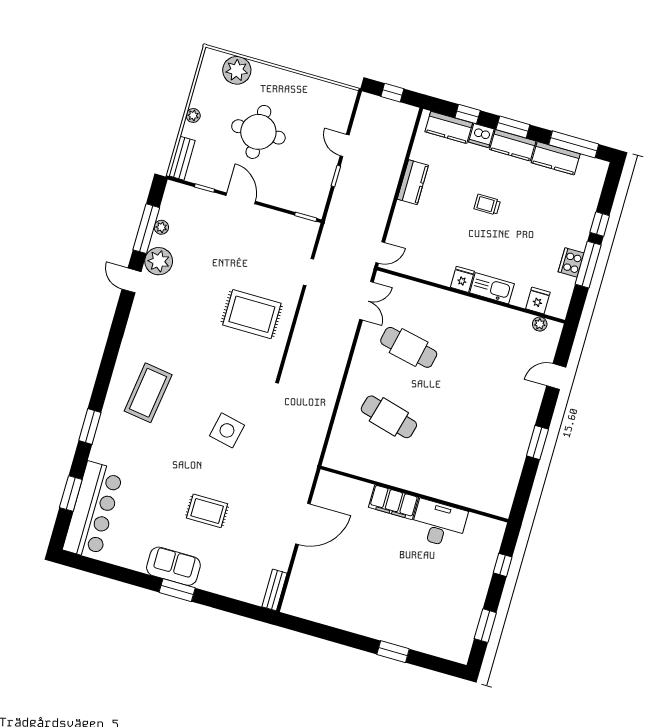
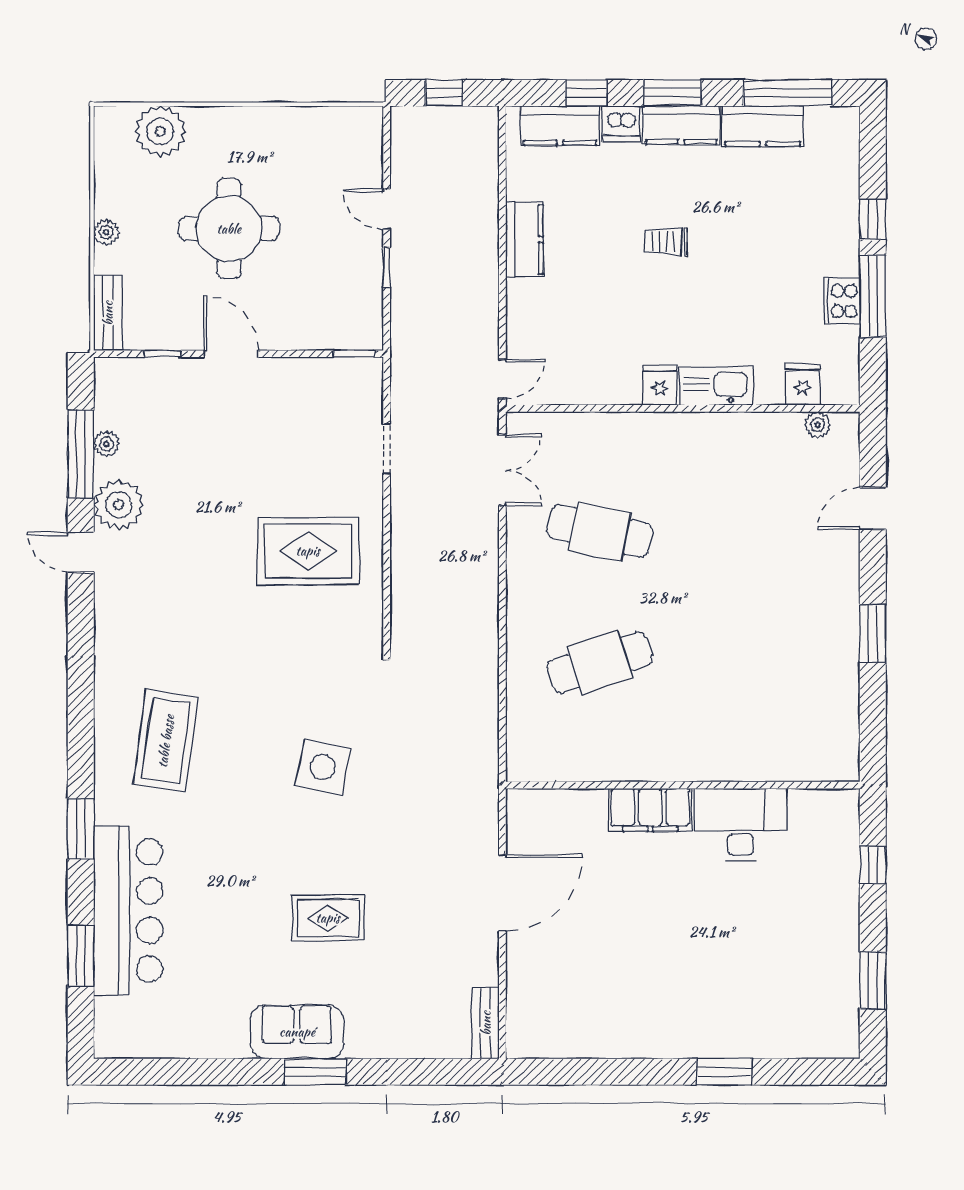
cafe table: (389, 417) -> (600, 663), turned -33
bar counter: (93, 510) -> (128, 911), moved

